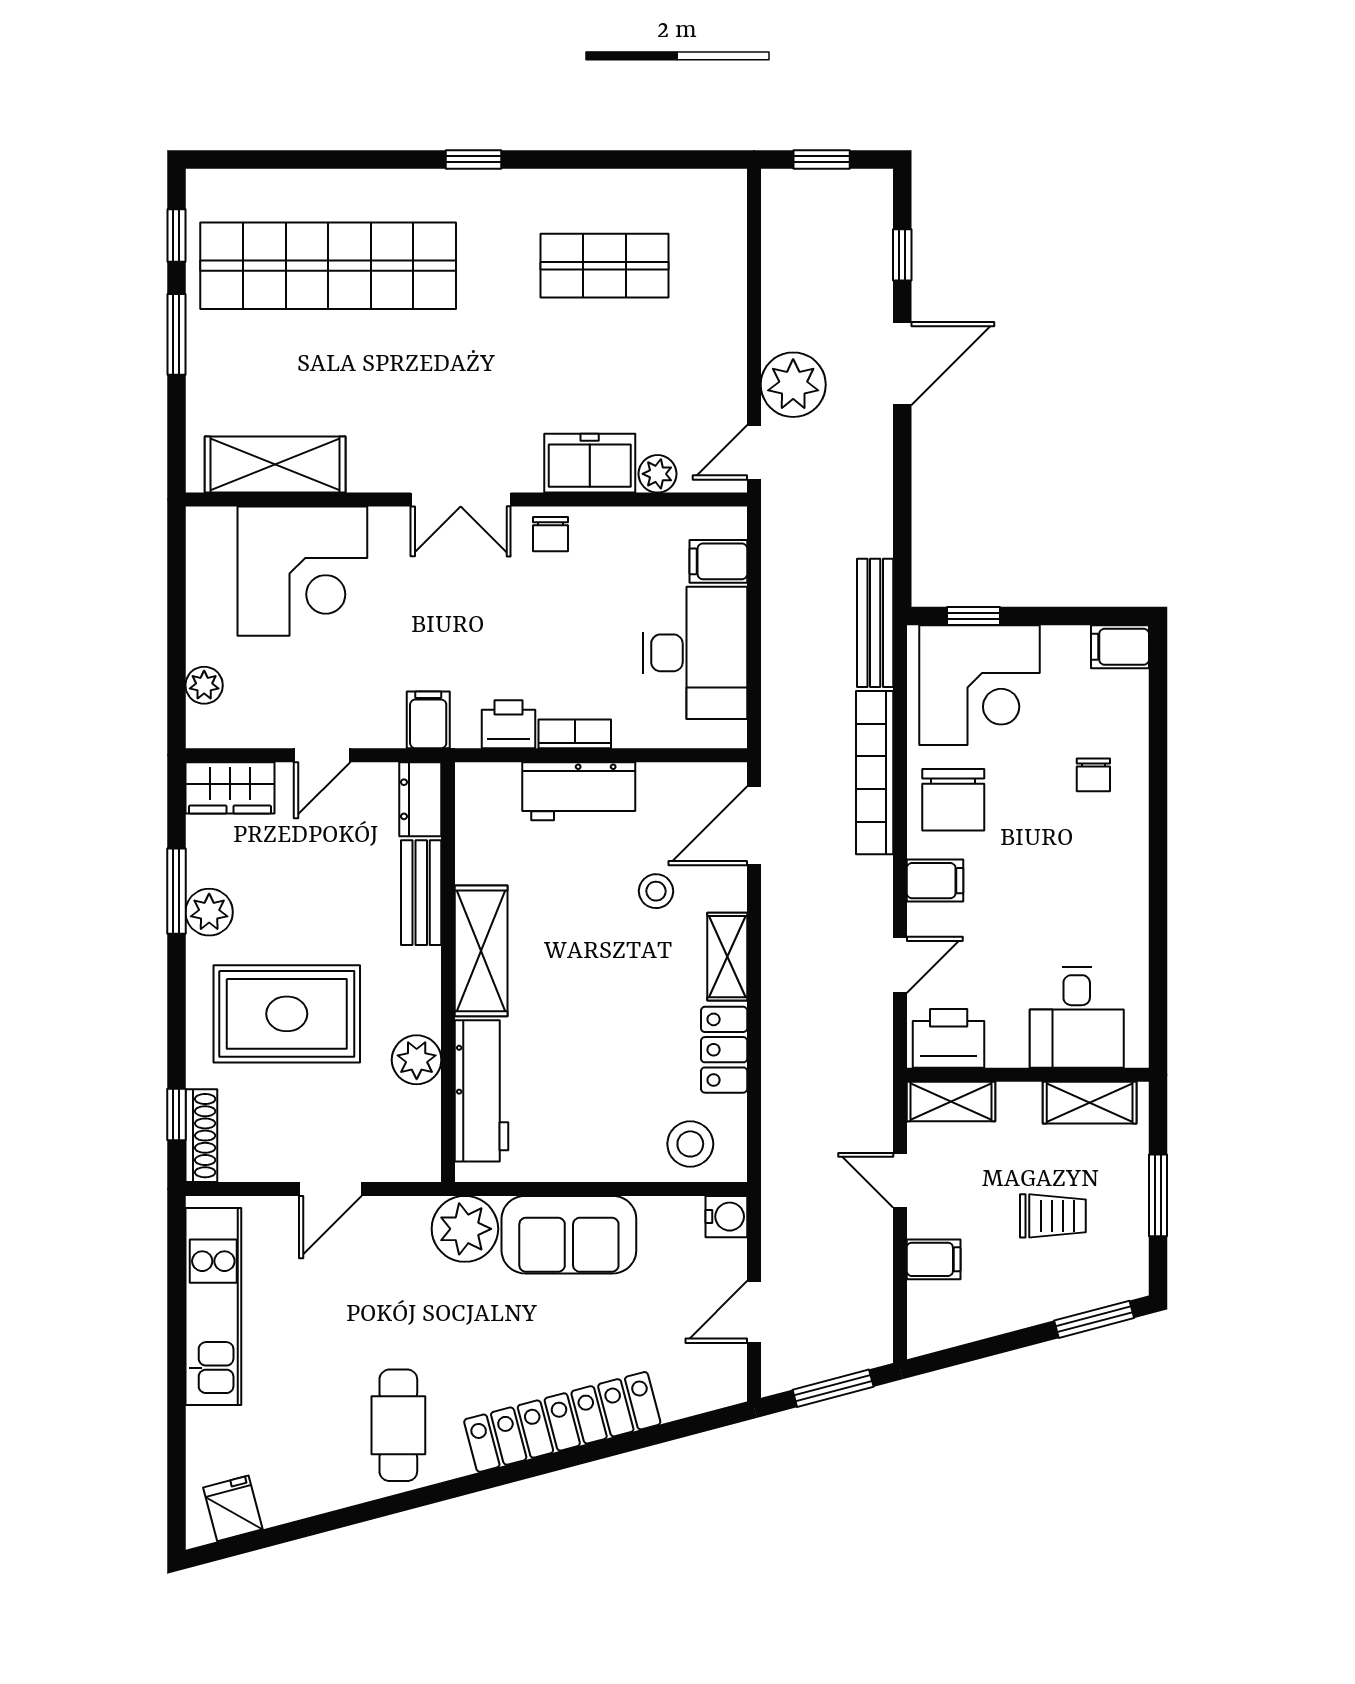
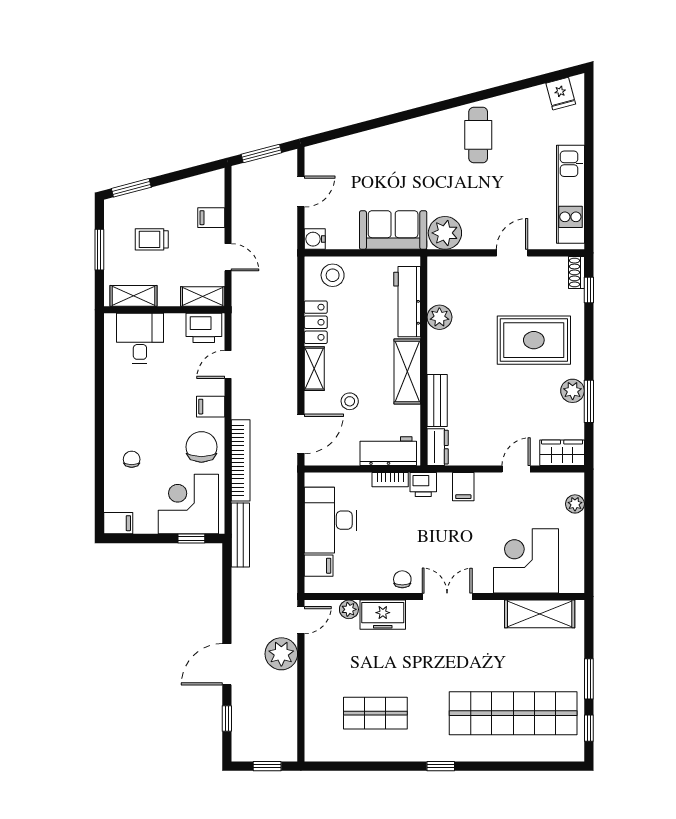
dresser: (420, 799) -> (438, 447), moved
bench: (421, 893) -> (437, 401), moved
shelving: (481, 951) -> (407, 372), moved
wall: (448, 972) -> (424, 361), moved
plant: (417, 1060) -> (439, 317), moved
workbench: (482, 1091) -> (407, 302), moved
shoe rack: (201, 1136) -> (576, 272), width x0.70
locker: (562, 1422) -> (396, 137), removed

